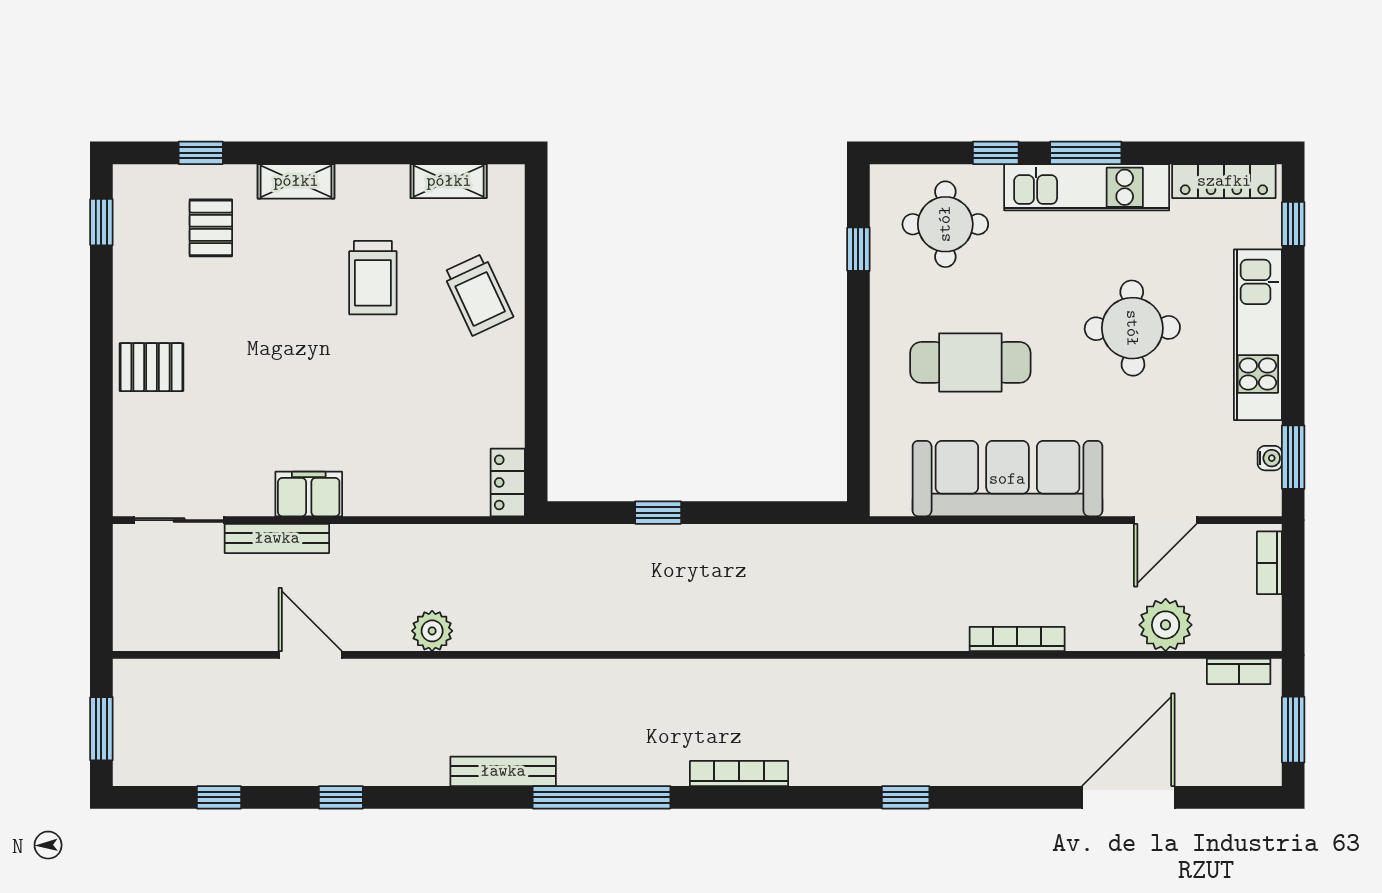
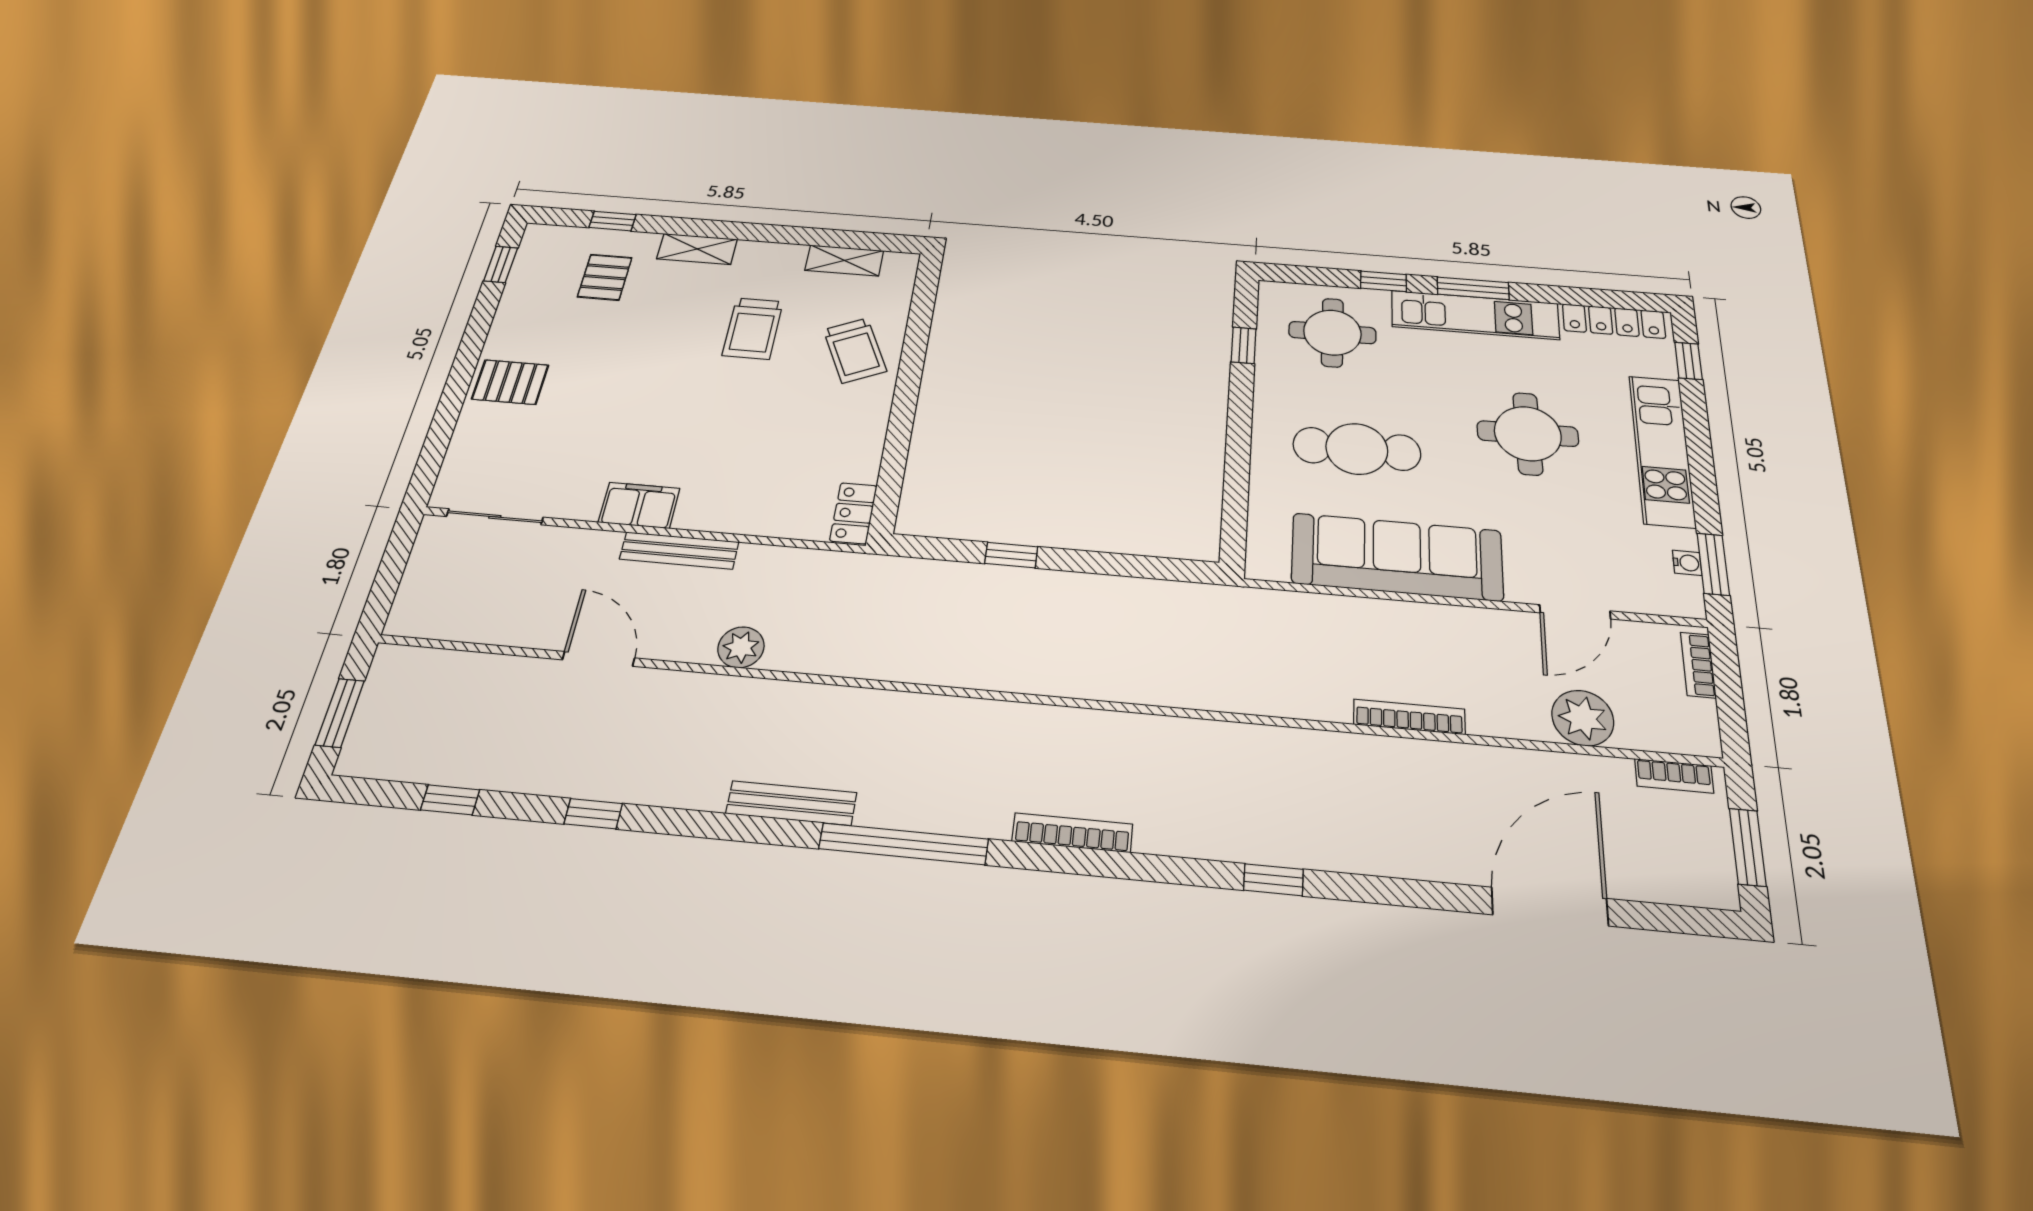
bench: (277, 538) -> (679, 550), moved

